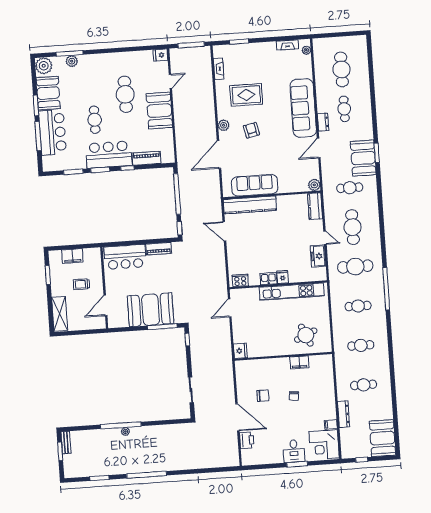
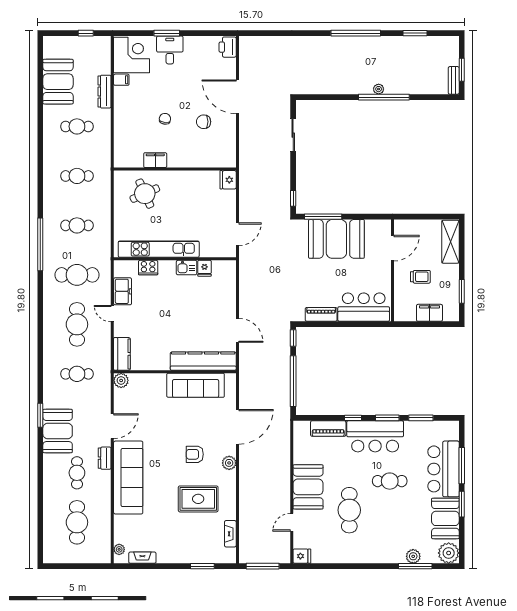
cafe table: (95, 120) -> (390, 481), turned 90
armchair: (251, 130) -> (195, 454), turned 102
booth: (363, 158) -> (58, 431), moved
fridge: (283, 277) -> (205, 268), moved
cooker: (240, 280) -> (148, 268), moved
booth: (382, 438) -> (58, 82), moved
printer: (247, 440) -> (228, 47), moved

